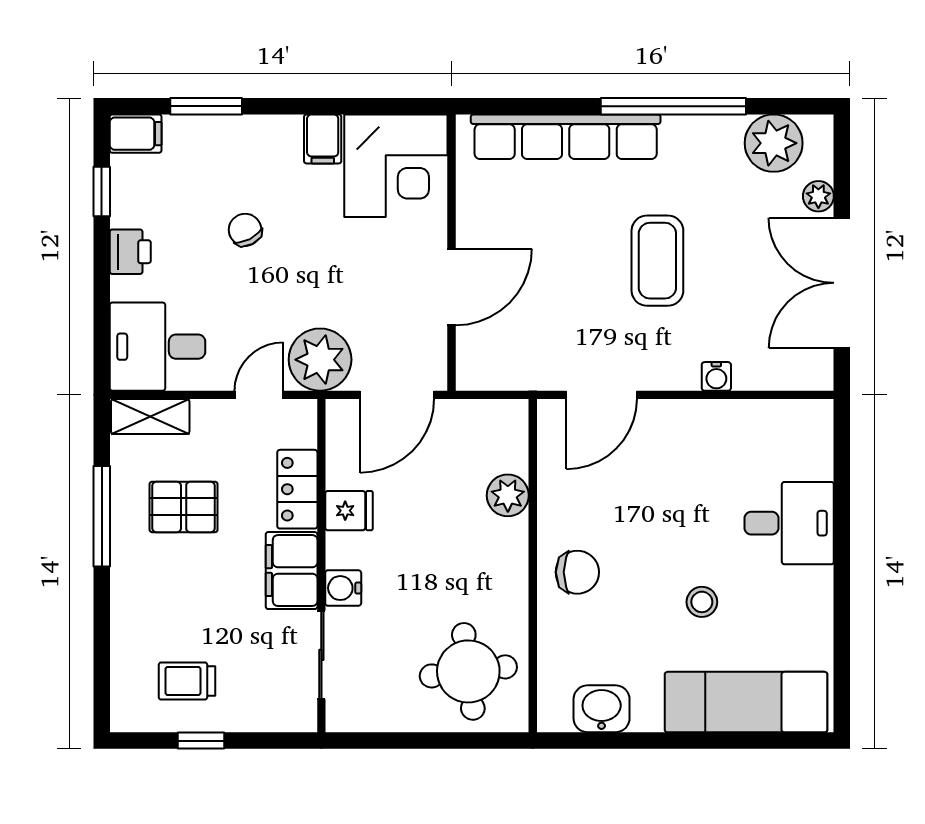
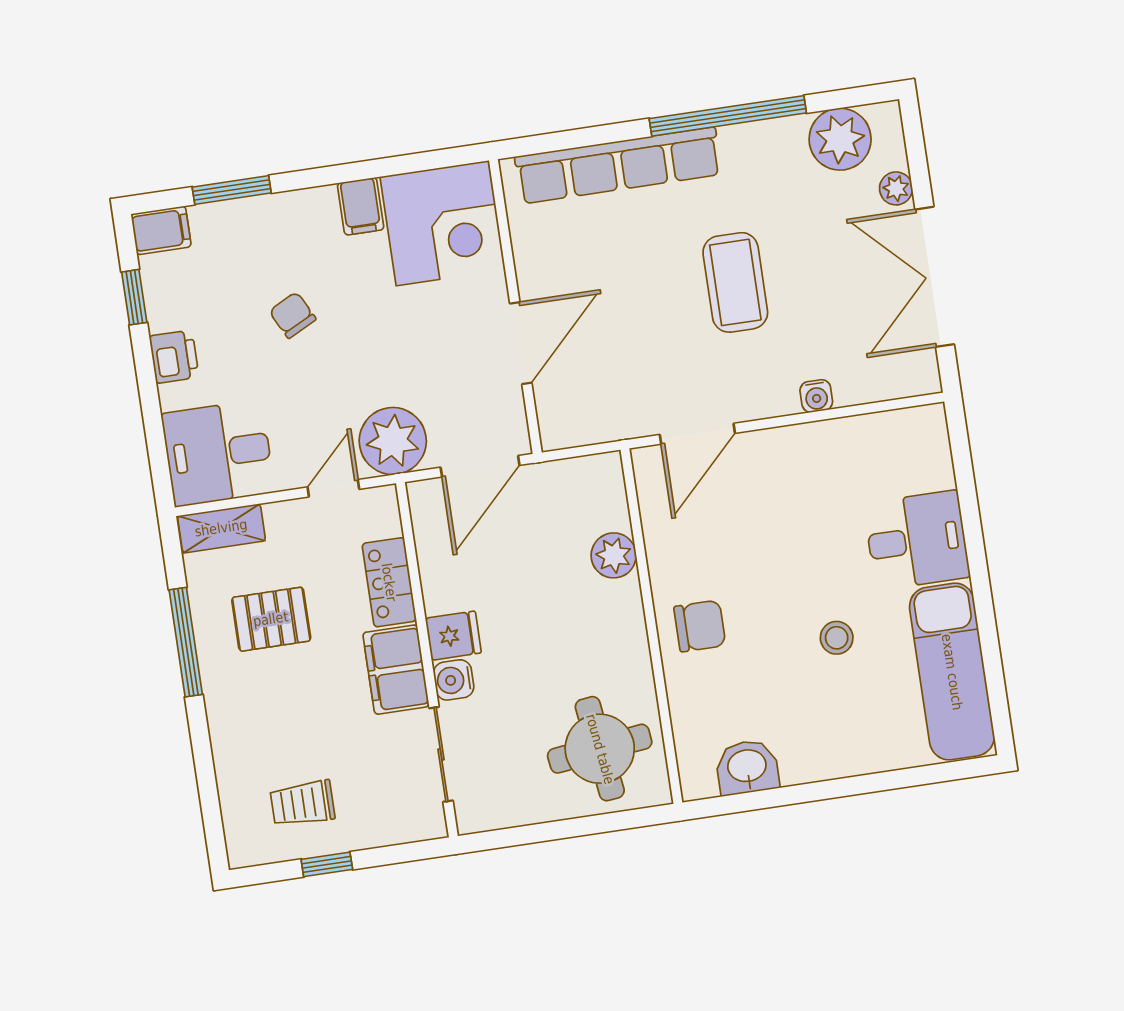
fridge: (349, 511) -> (453, 636), moved
exam couch: (746, 702) -> (952, 672), moved, turned -90

